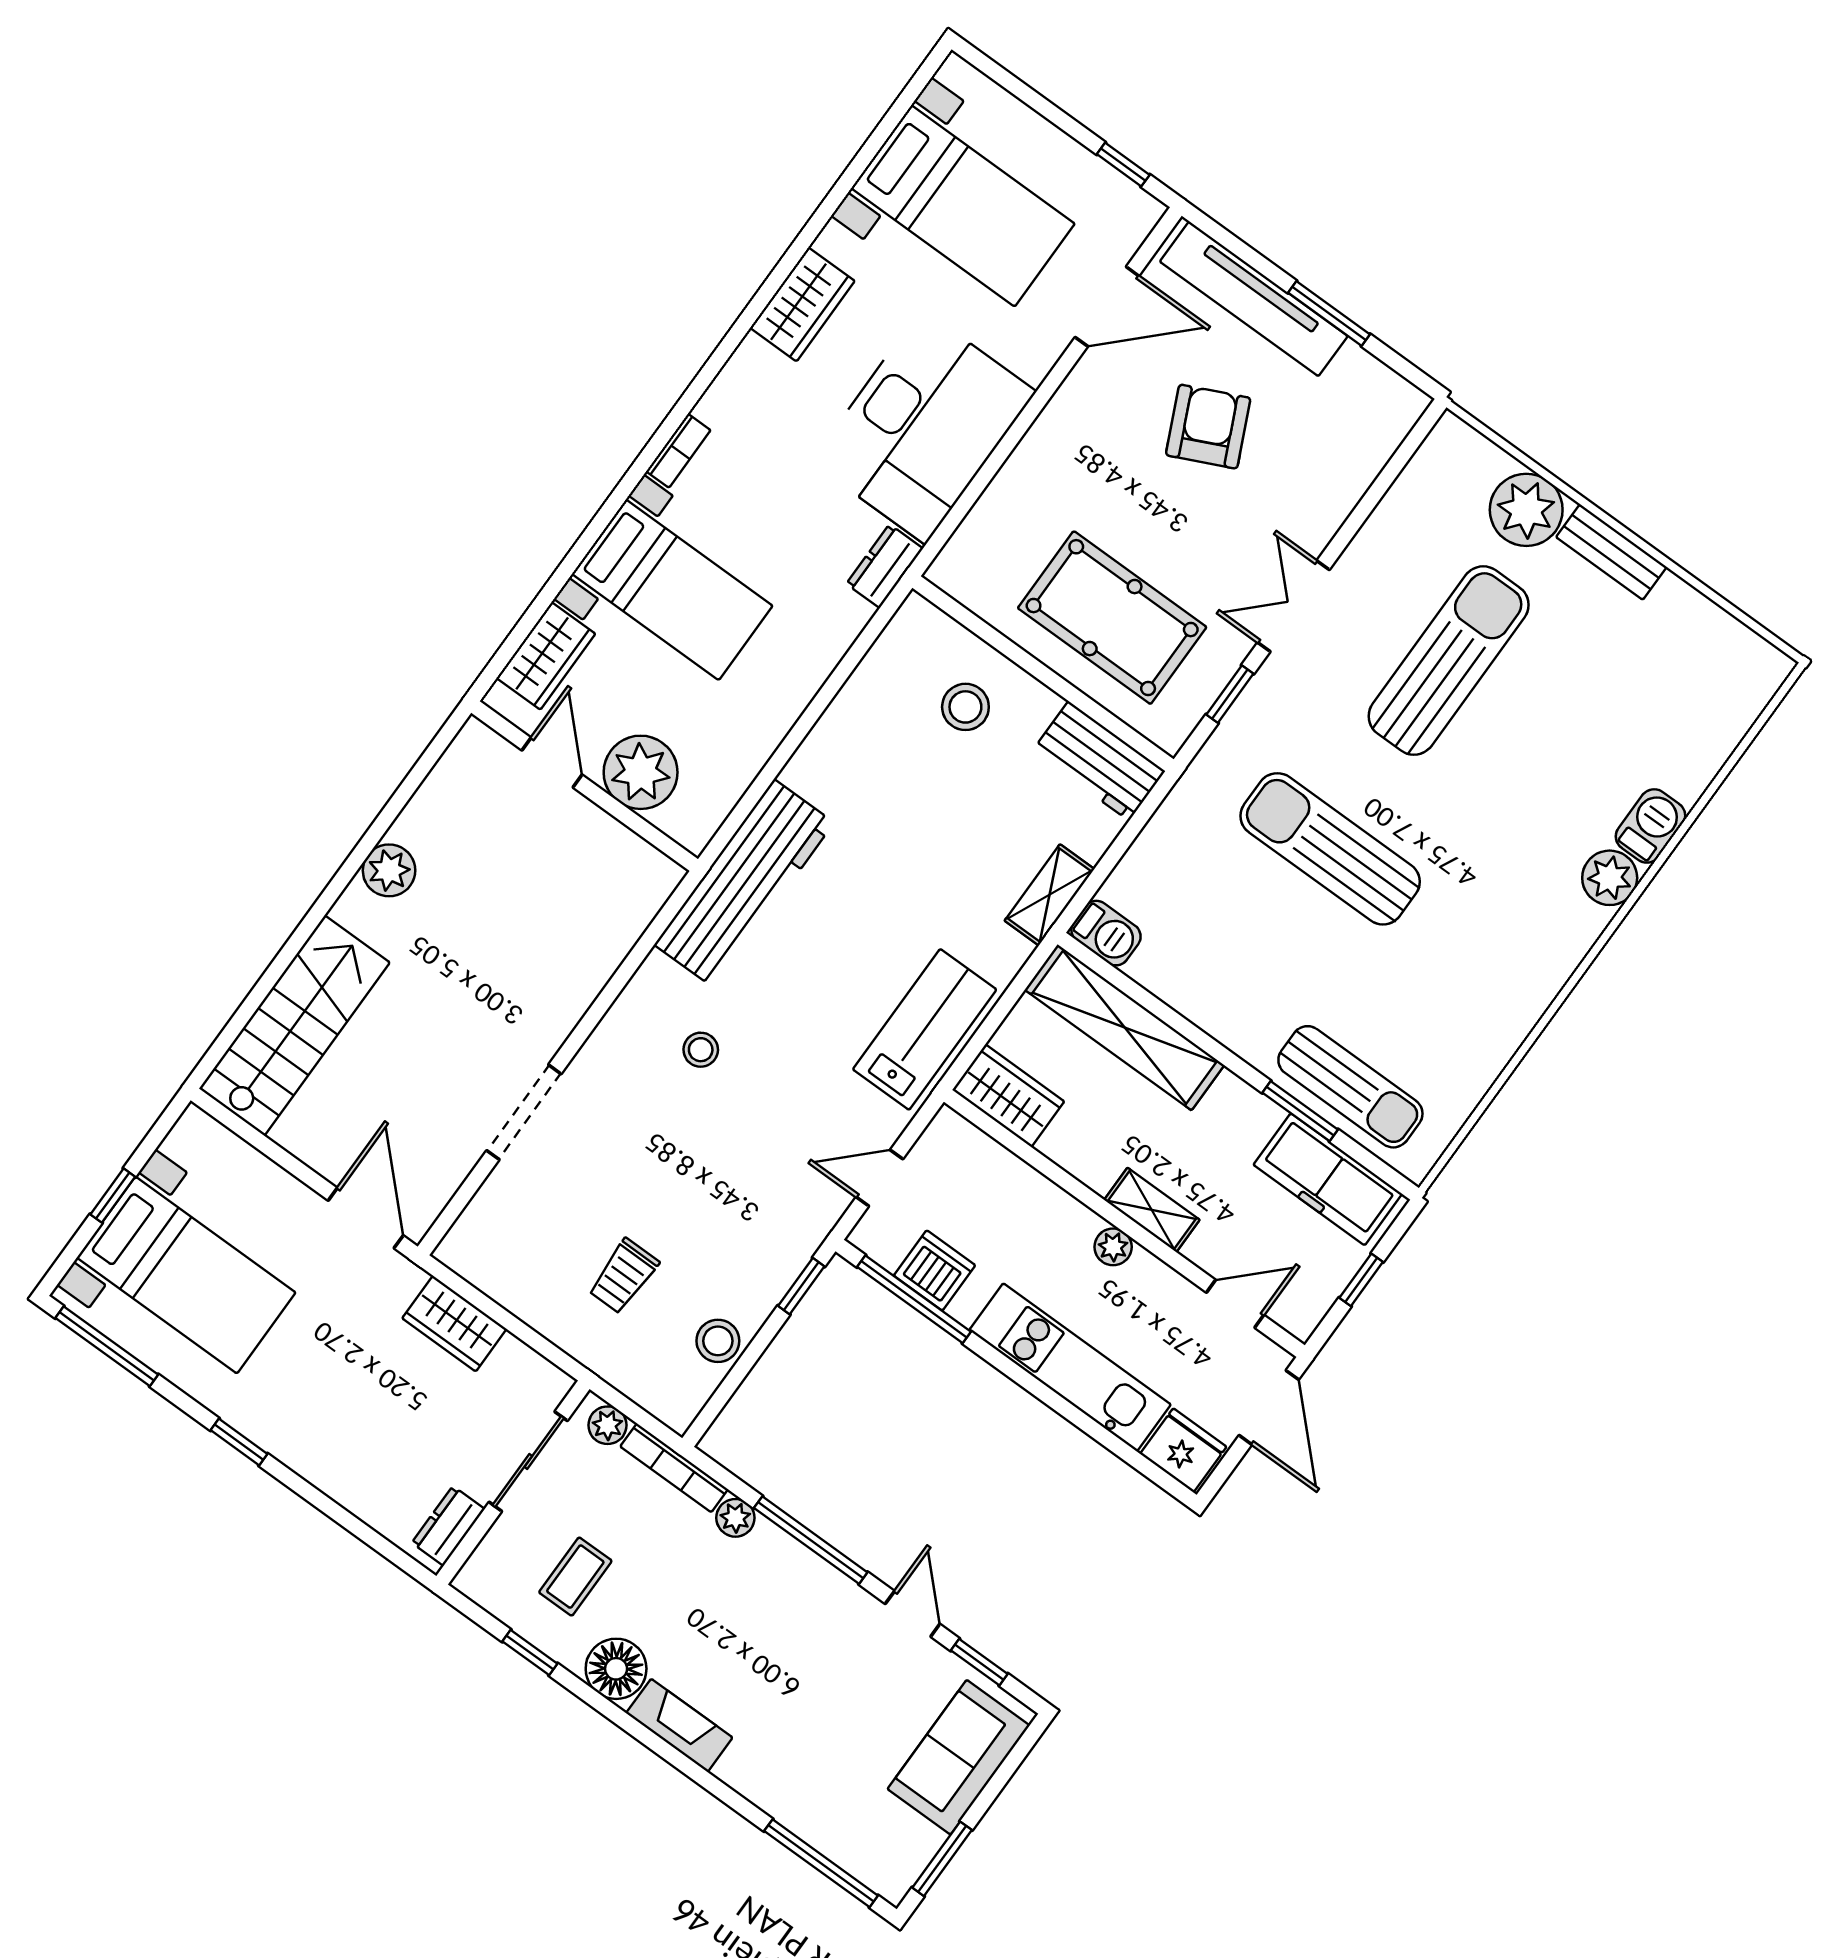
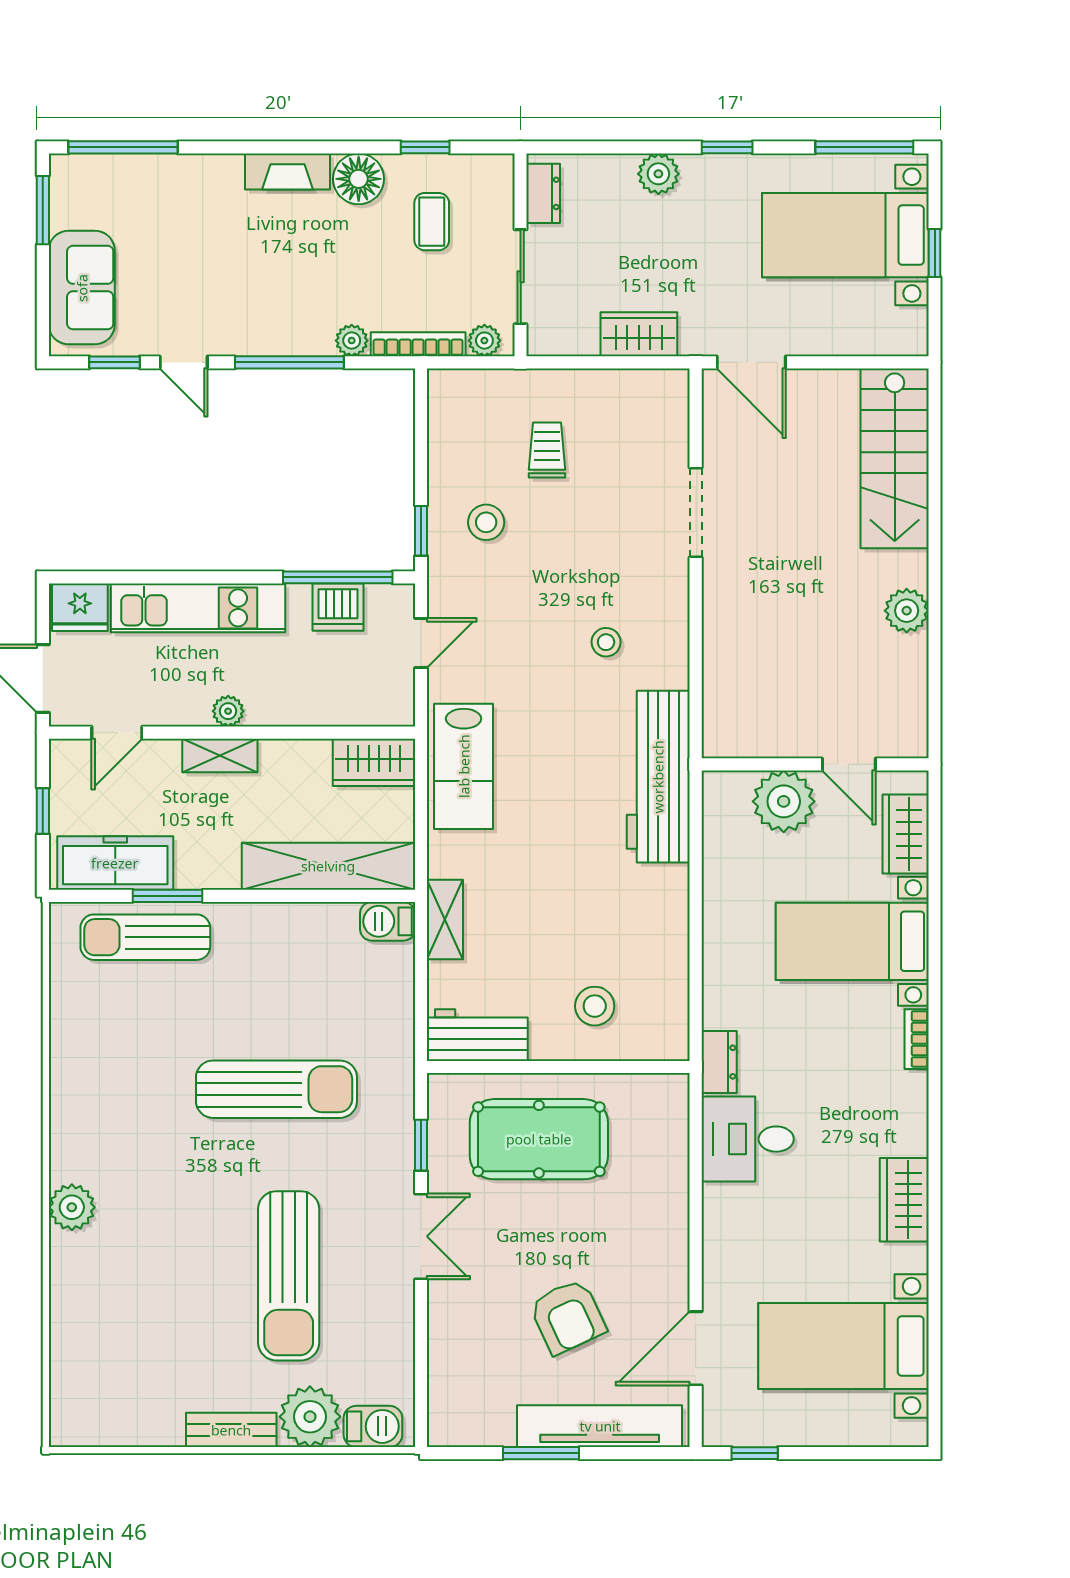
desk: (924, 427) -> (748, 1139), width x0.53, depth x0.77
barbecue: (1651, 826) -> (373, 1426), moved, turned -90
stool: (718, 1341) -> (486, 522), moved
plant: (324, 1464) -> (658, 174), added

